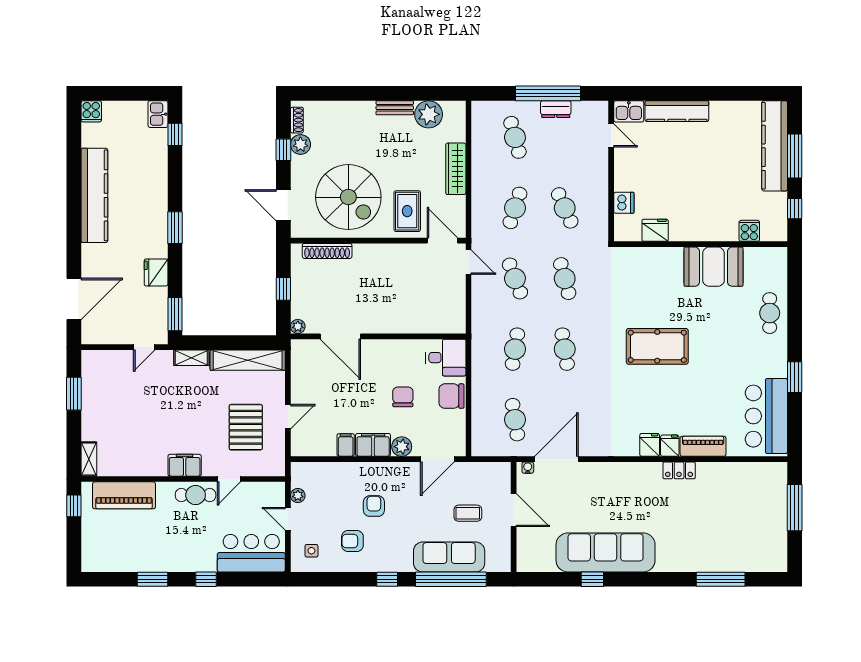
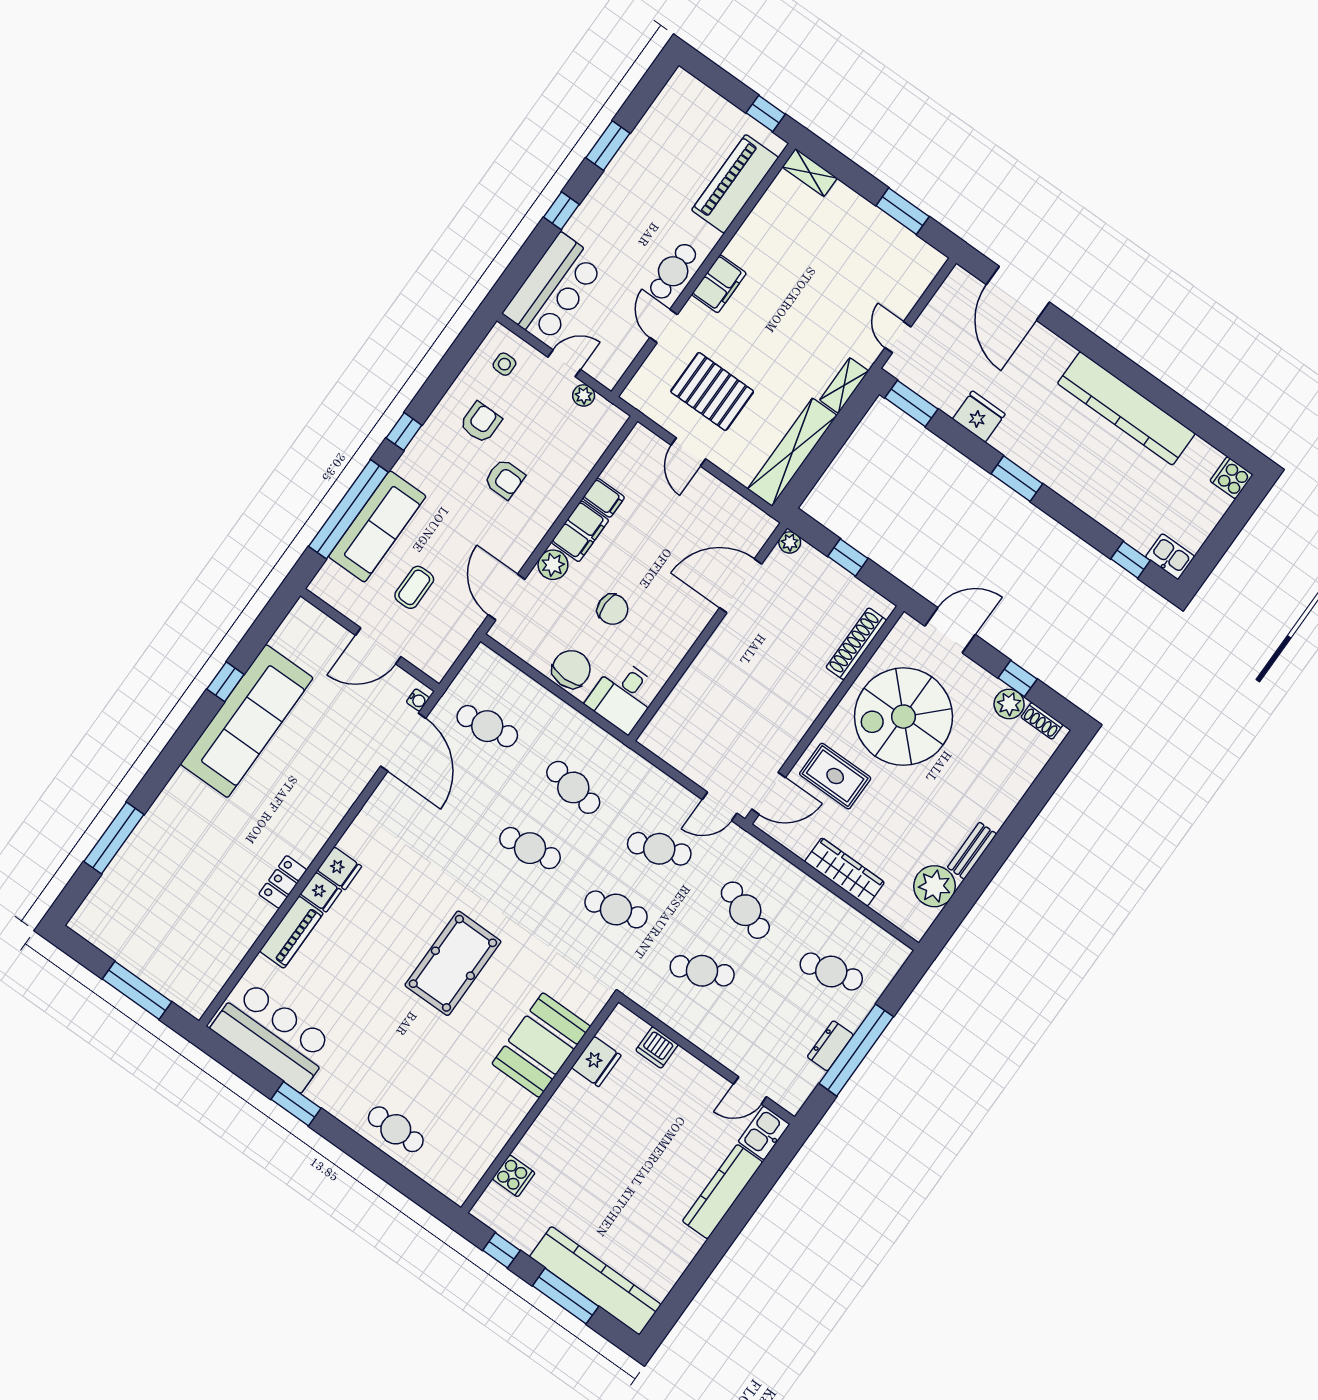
booth: (714, 267) -> (541, 1045), moved

